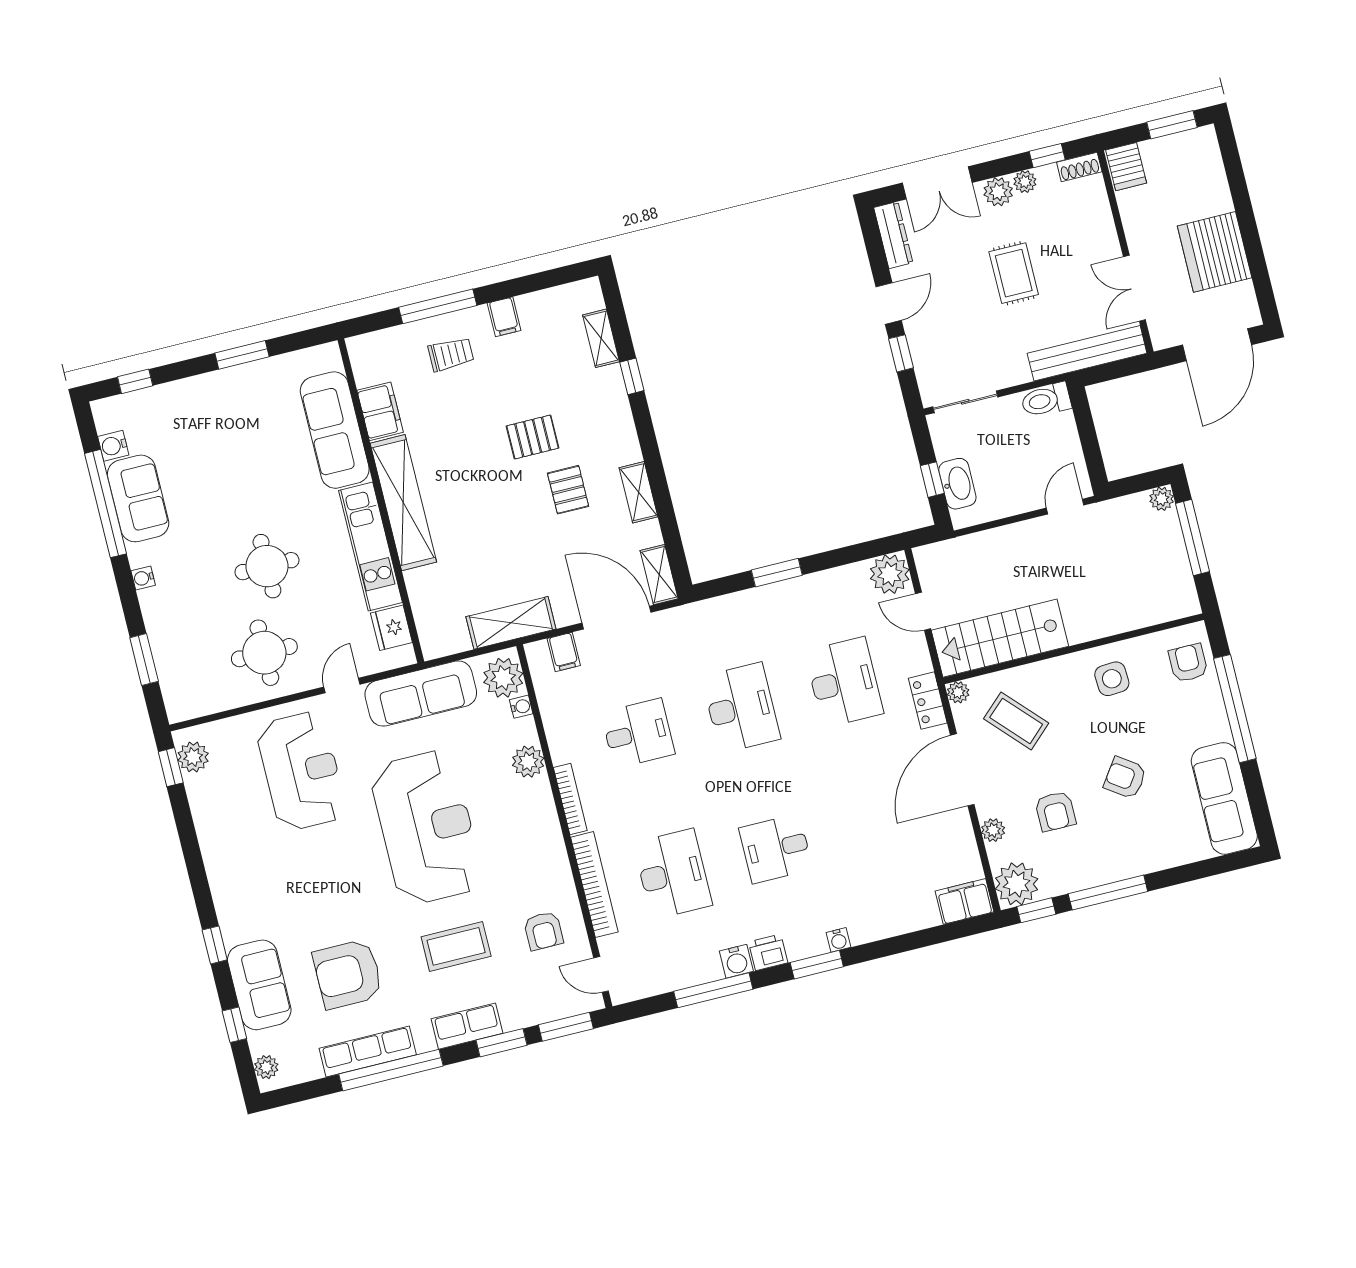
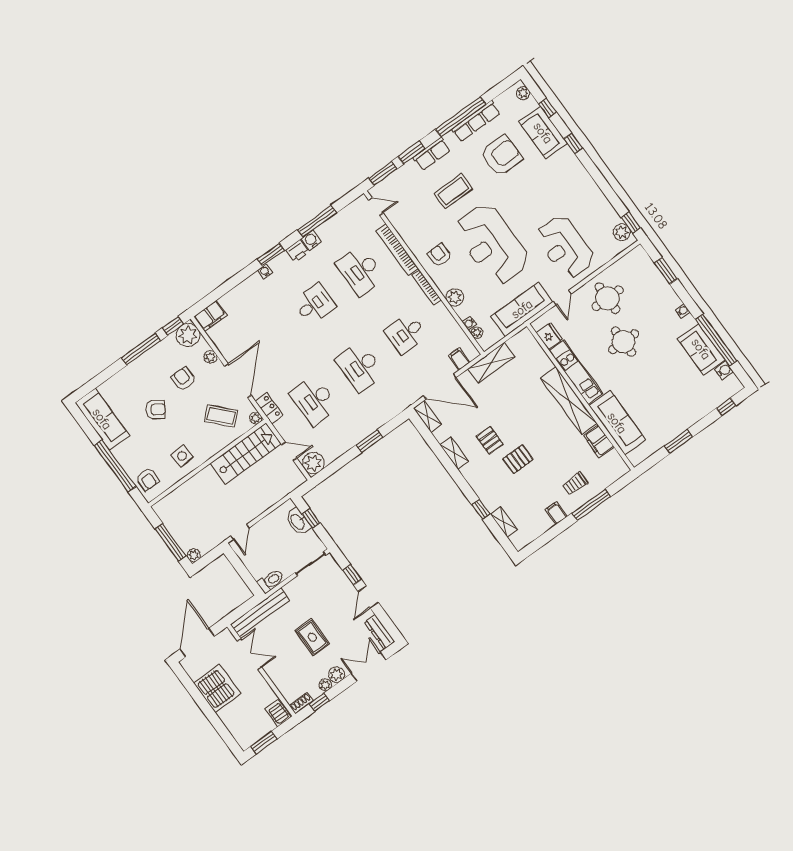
plant: (503, 678) -> (477, 333), width x0.53, depth x0.53
armchair: (544, 931) -> (439, 255), moved

